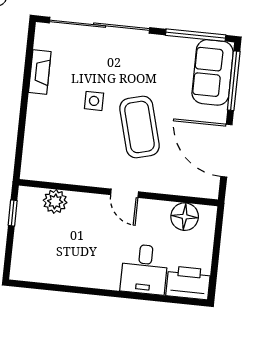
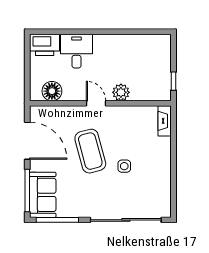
fireplace: (40, 72) -> (165, 121), moved
plant: (55, 201) -> (121, 92), moved

